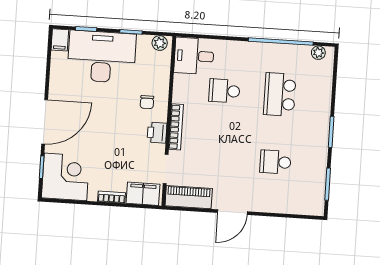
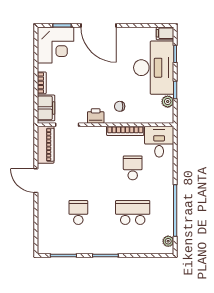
plant: (160, 43) -> (168, 102), moved
bookcase: (176, 127) -> (125, 131), moved

